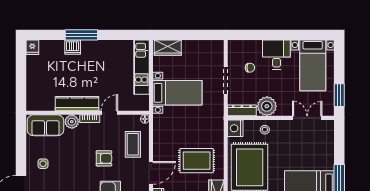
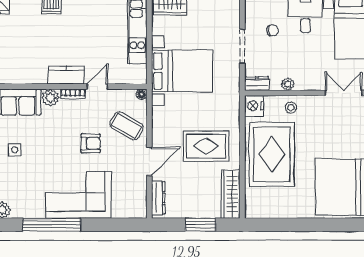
bed with nightstands: (177, 93) -> (182, 71), width x1.36
kitchen counter: (77, 104) -> (66, 75), width x0.67
plant: (267, 106) -> (288, 84), width x0.53, depth x0.53
dresser: (242, 110) -> (257, 84), width x0.70
coffee table: (133, 144) -> (127, 126), turned -60

